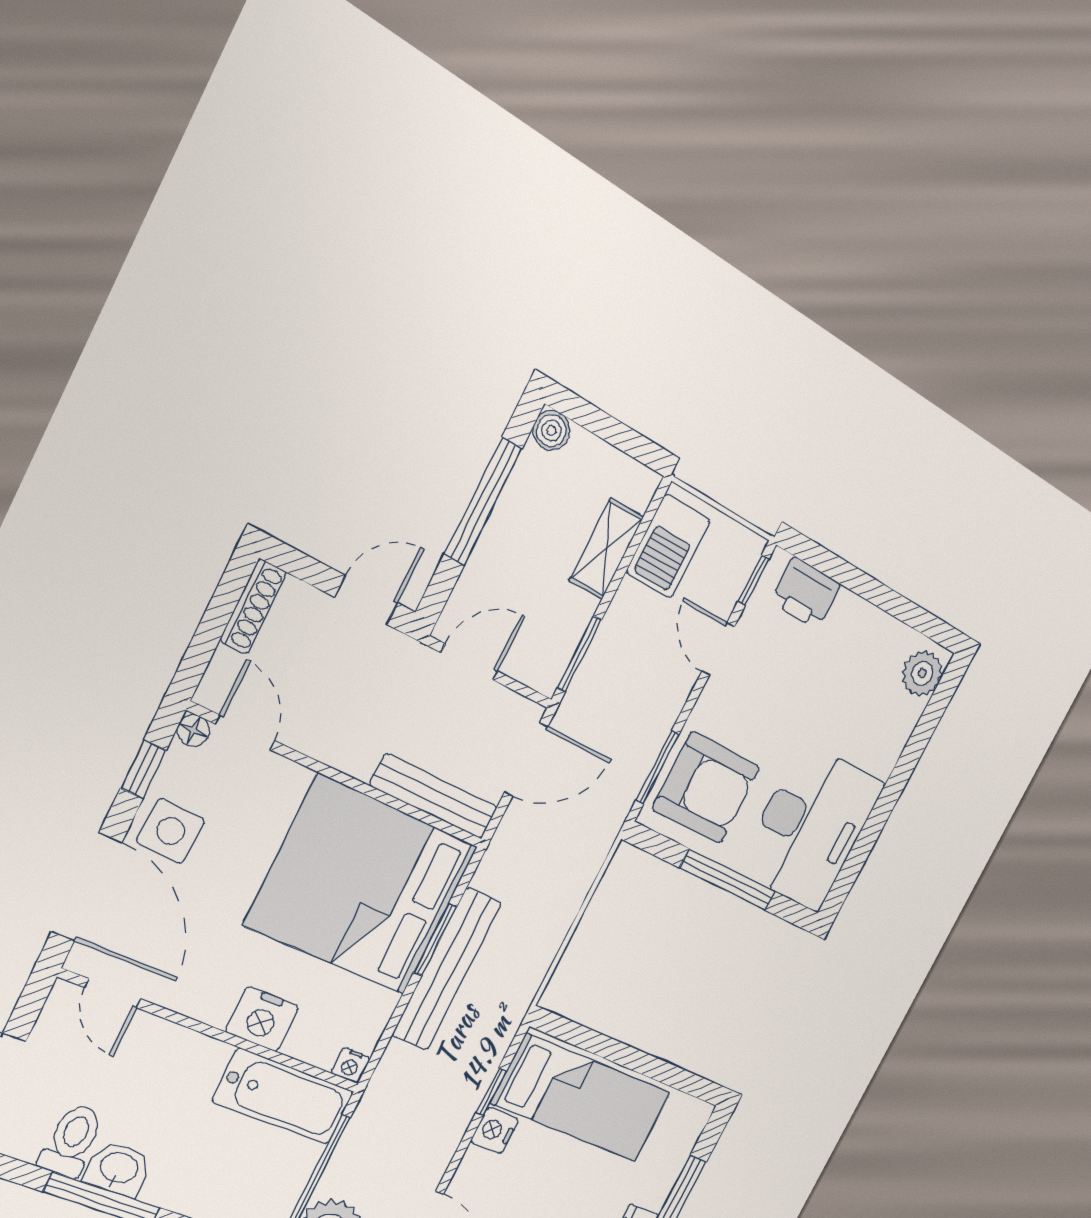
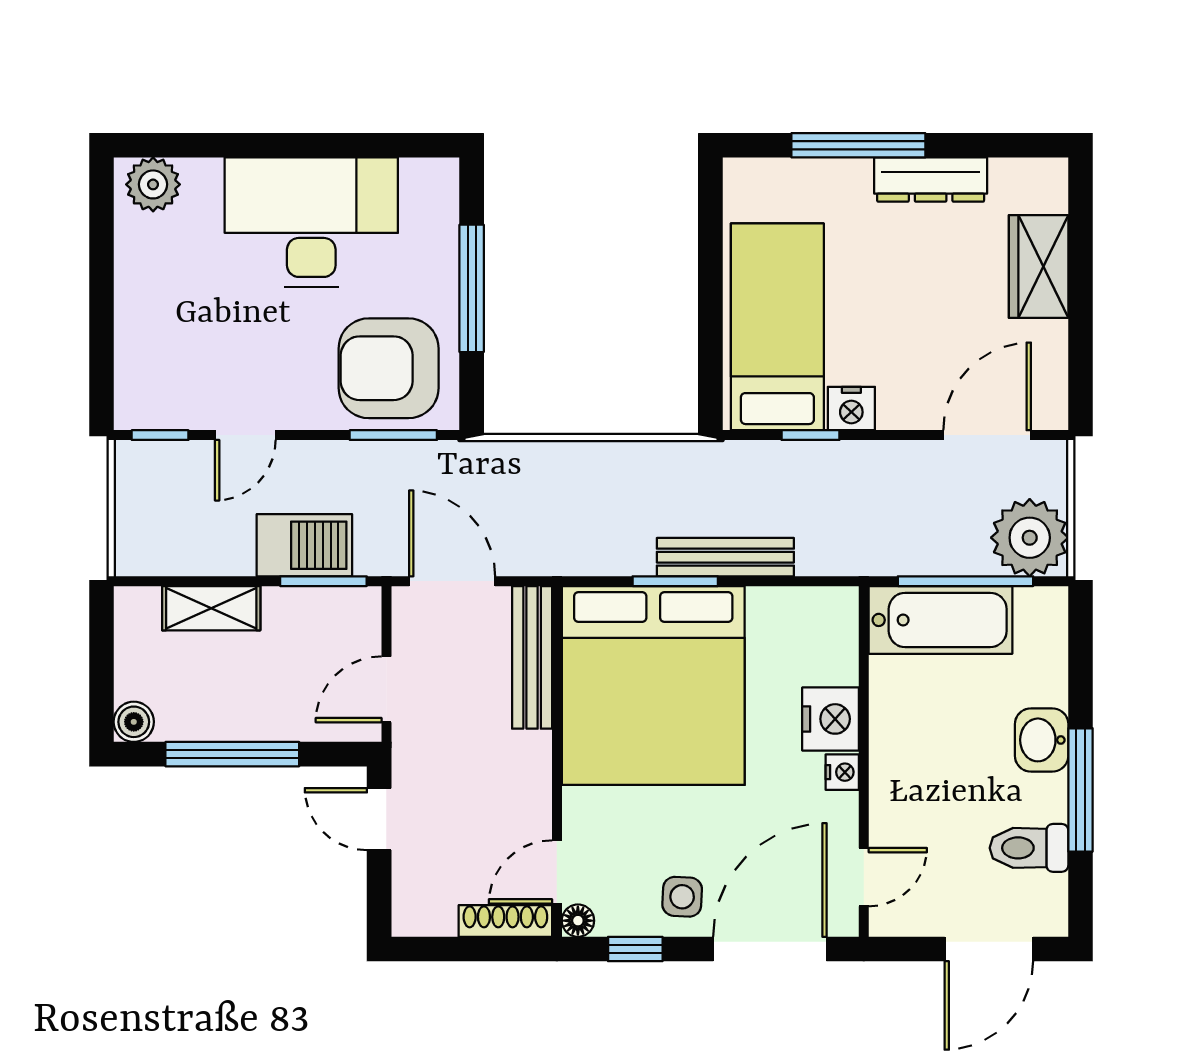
barbecue: (668, 546) -> (304, 545), moved
printer: (806, 593) -> (143, 369), removed
shoe rack: (253, 607) -> (505, 921), moved
door: (469, 662) -> (386, 689), hinge flipped
armchair: (706, 788) -> (389, 368), turned -90
desk: (810, 827) -> (311, 222), moved
side table: (171, 831) -> (682, 897), width x0.73, depth x0.73
bench: (447, 969) -> (725, 557), width x0.73, depth x0.82
nightstand: (351, 1065) -> (842, 772), moved
bathtub: (283, 1096) -> (940, 620), moved, turned 90
washbasin: (119, 1169) -> (1042, 740), moved

